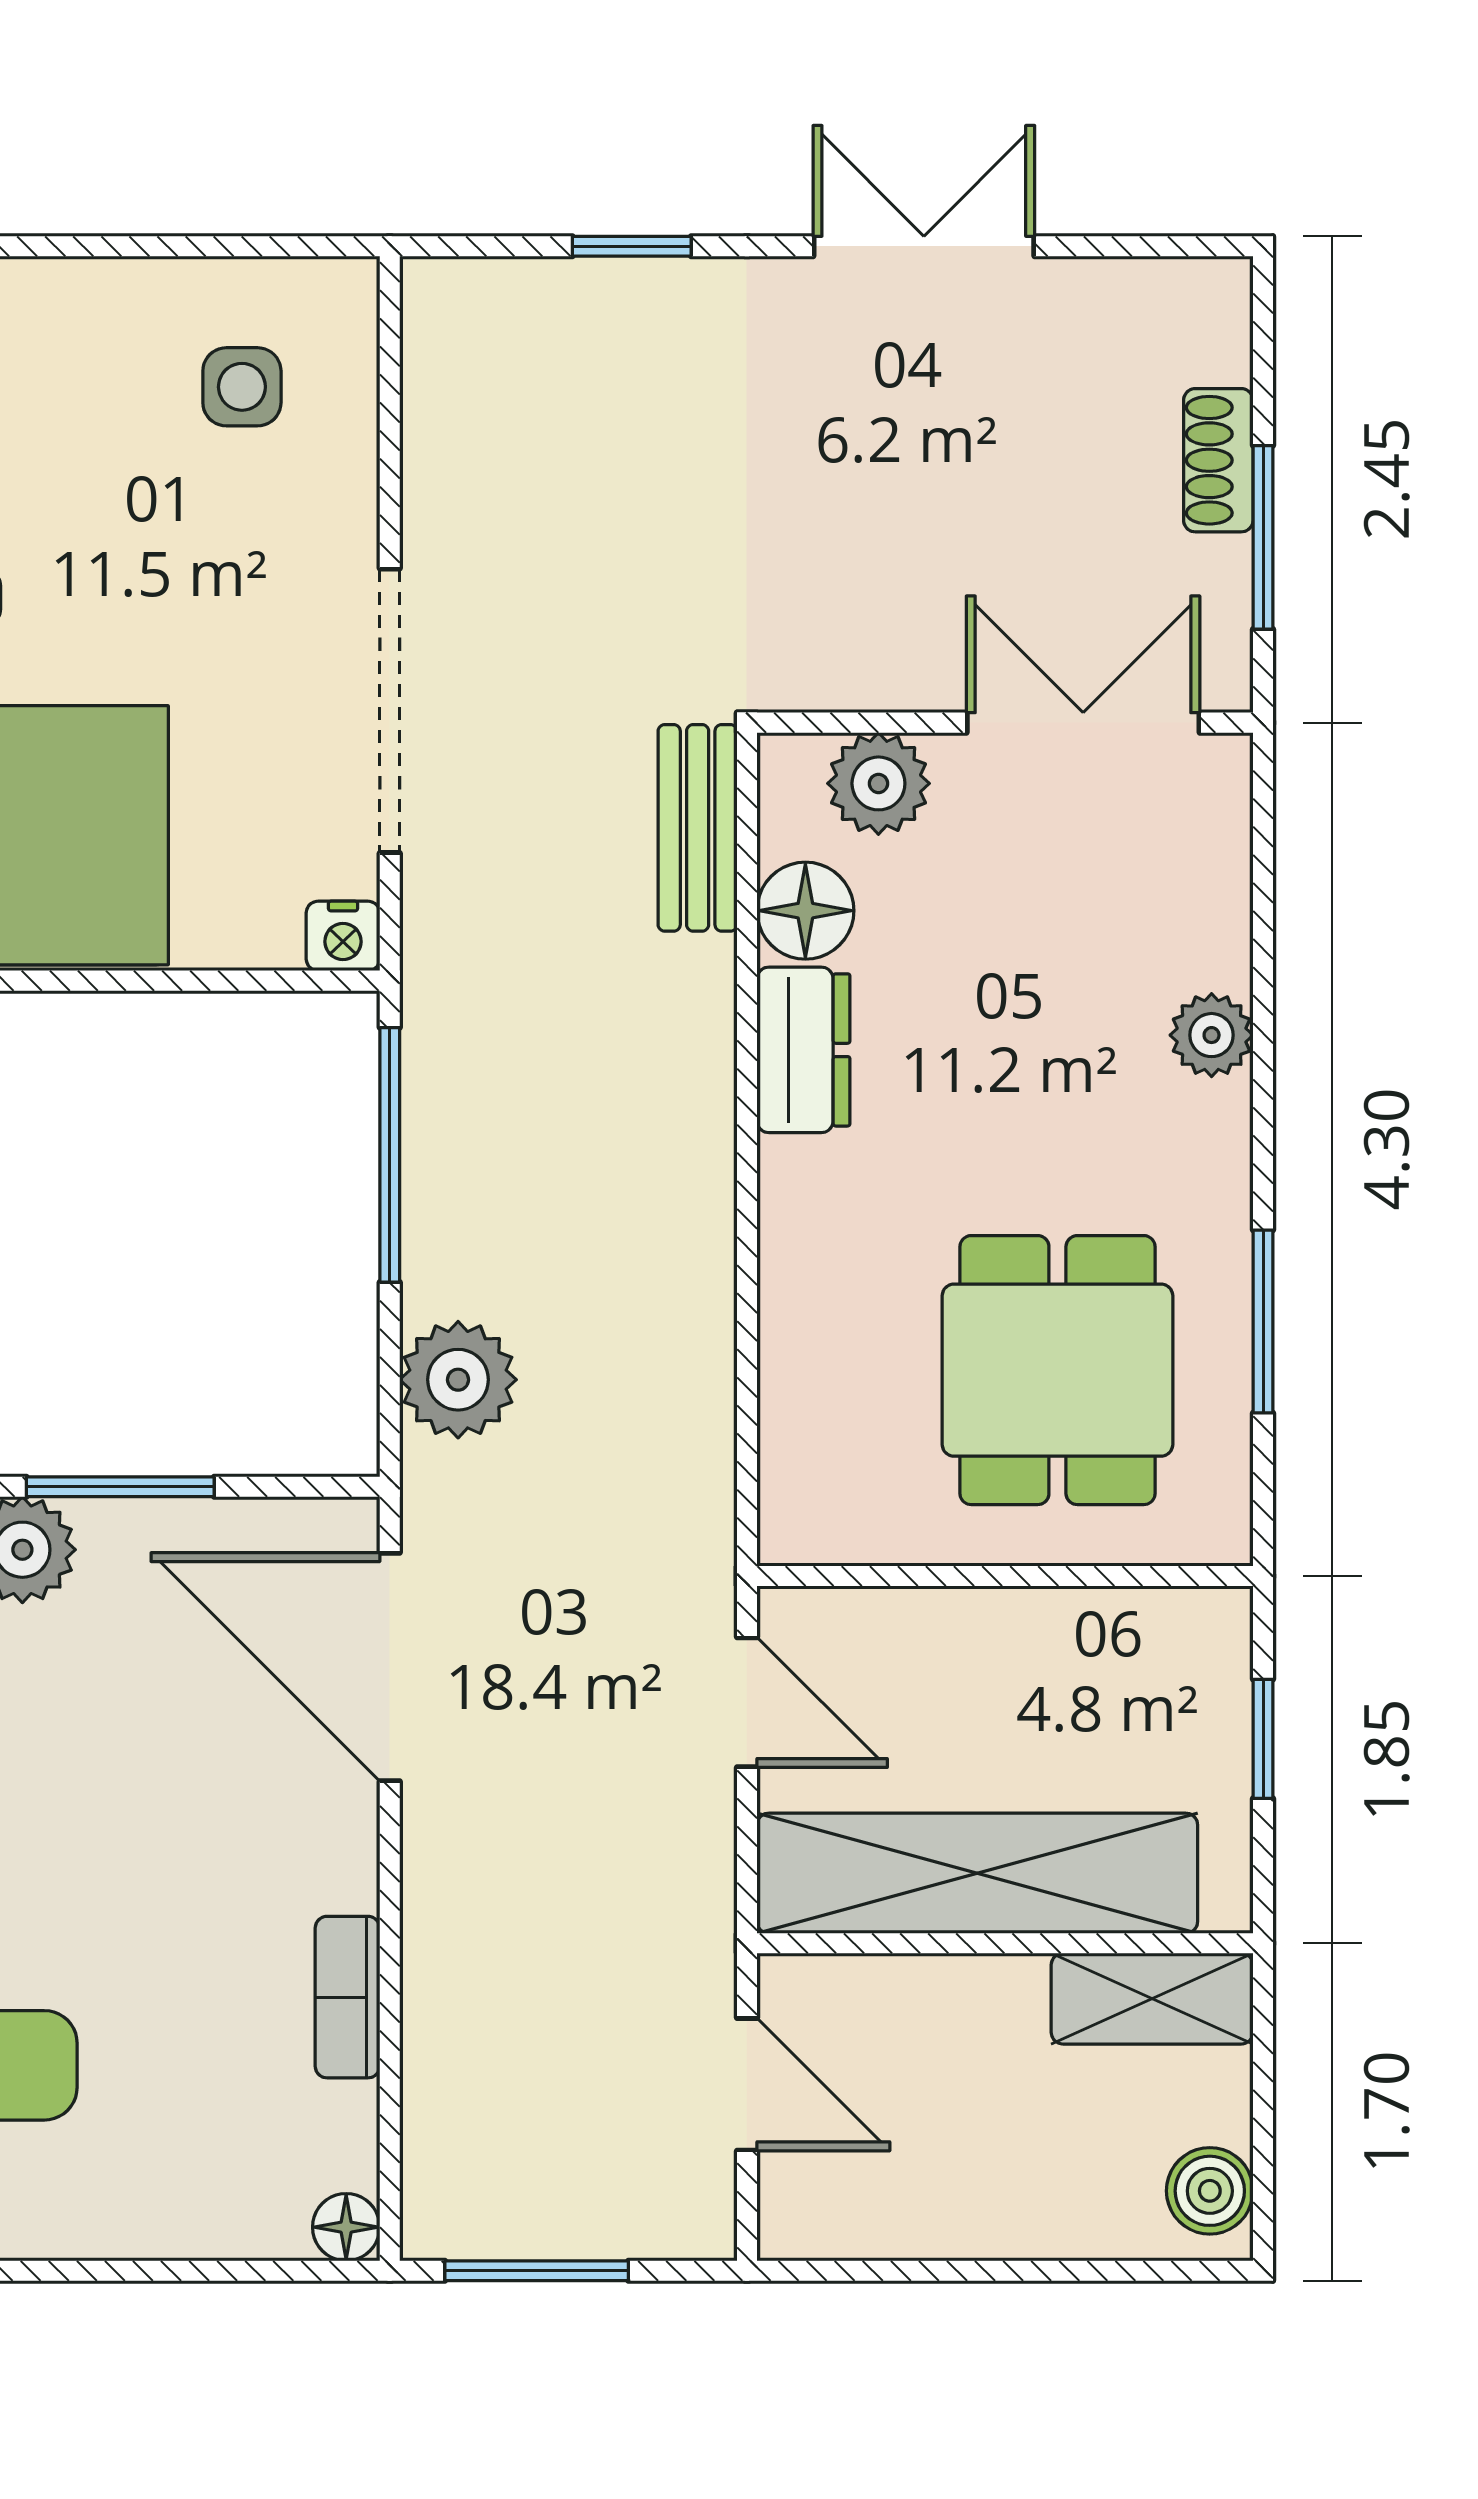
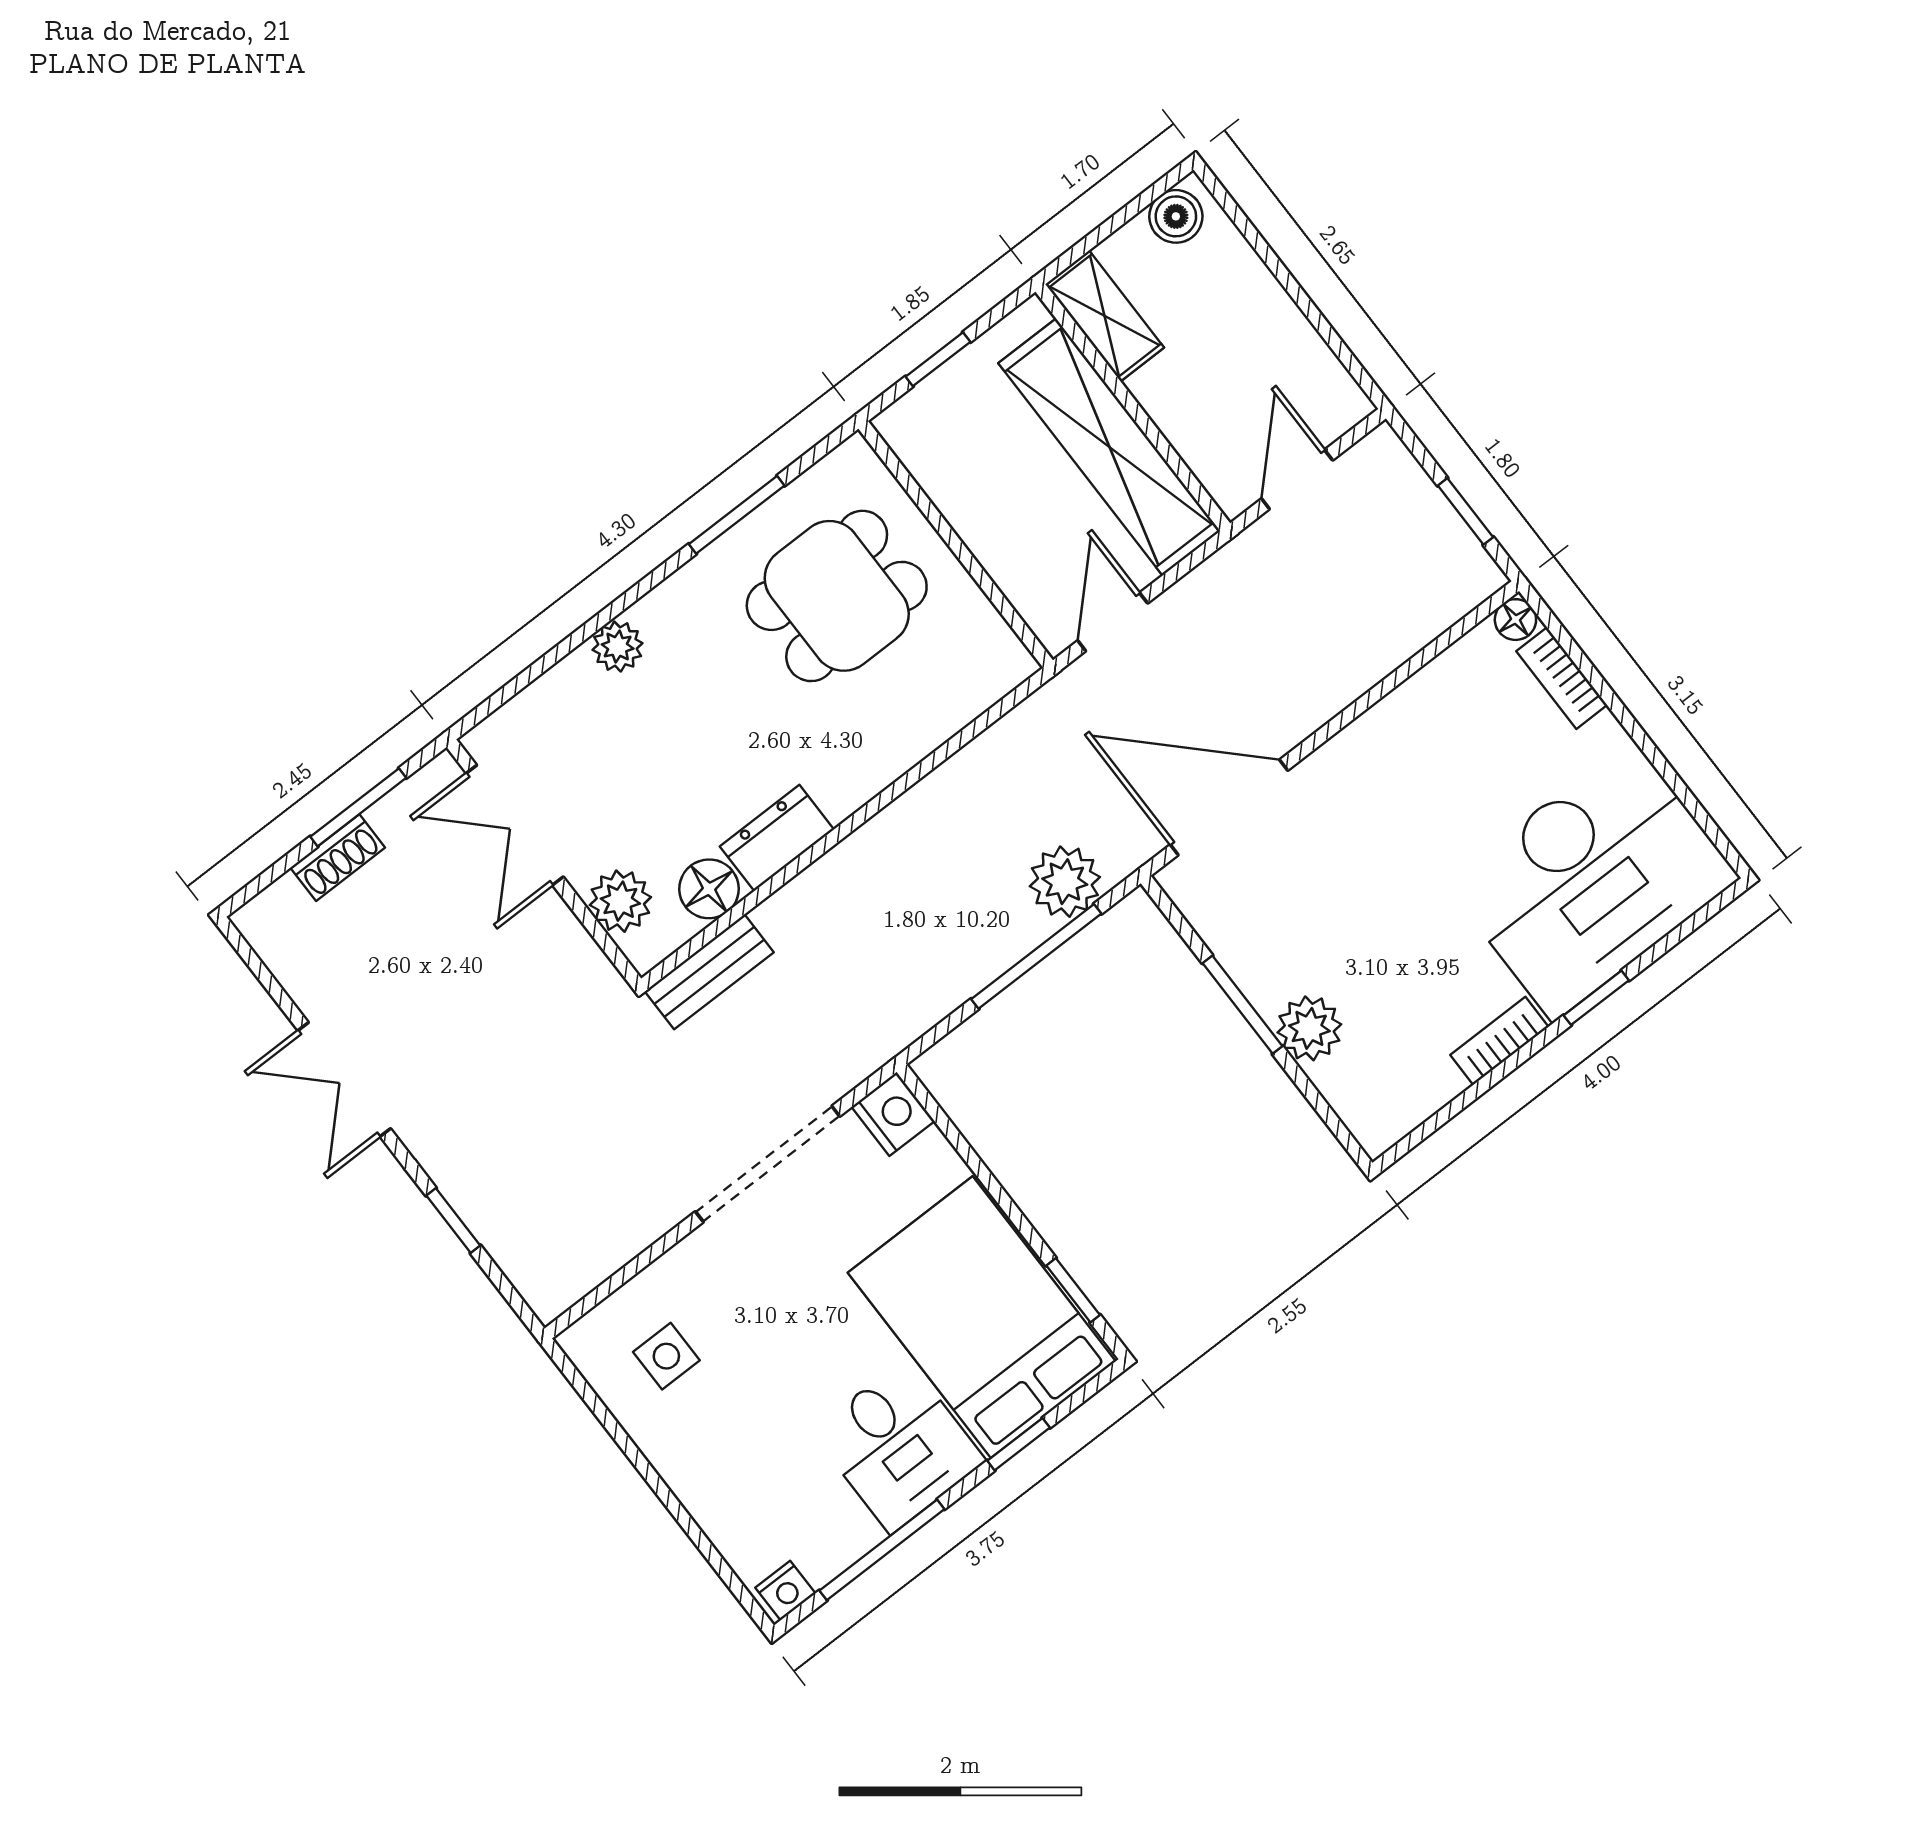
nightstand: (343, 936) -> (893, 1114), width x1.39, depth x1.35
window: (390, 1155) -> (1036, 956), moved
door: (390, 1667) -> (1229, 807), swing flipped
bookcase: (347, 1997) -> (1562, 678), moved, turned 90
window: (537, 2271) -> (1465, 511), width x0.67

